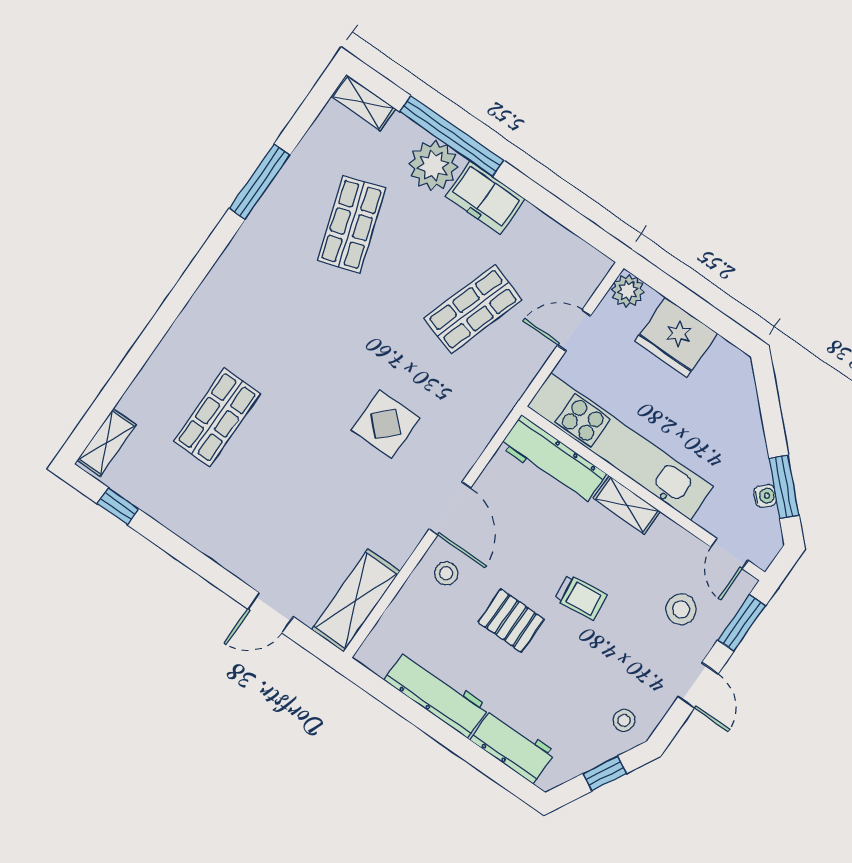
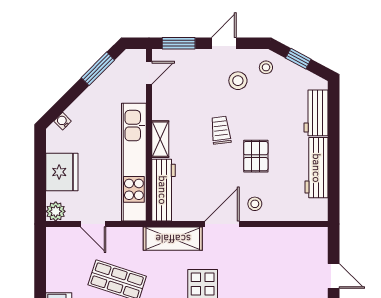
water cooler: (765, 496) -> (63, 121), moved
shelving: (356, 600) -> (173, 239), moved
stool: (681, 609) -> (238, 81), moved

